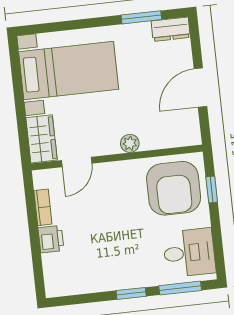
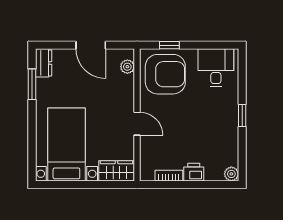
plant: (130, 143) -> (127, 67), moved
door: (77, 162) -> (137, 124), moved
plant: (54, 288) -> (231, 174), added
window: (180, 288) -> (242, 78), removed

